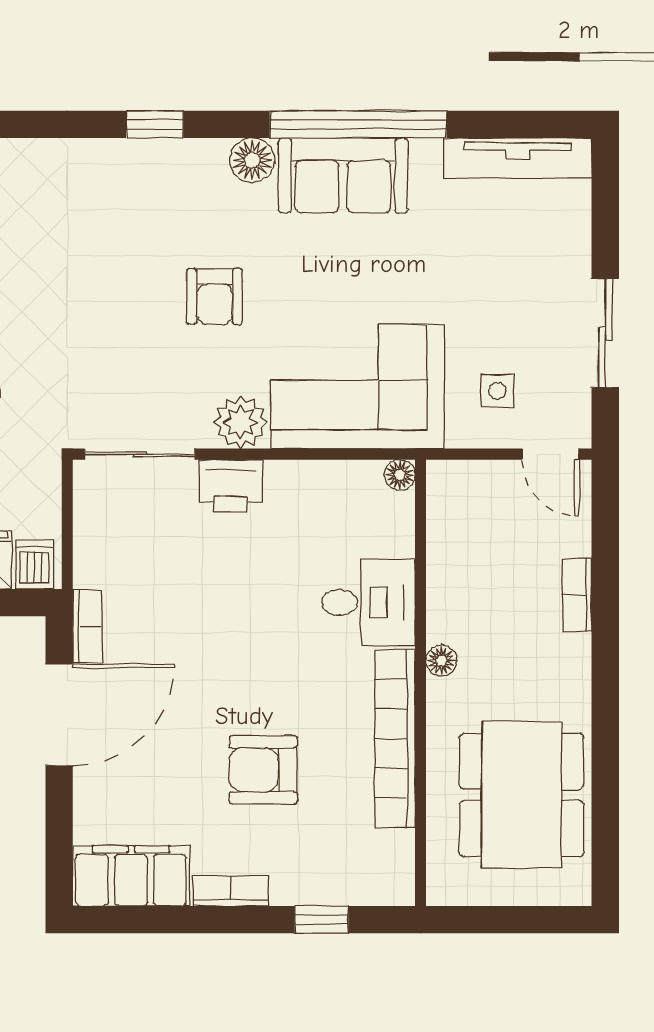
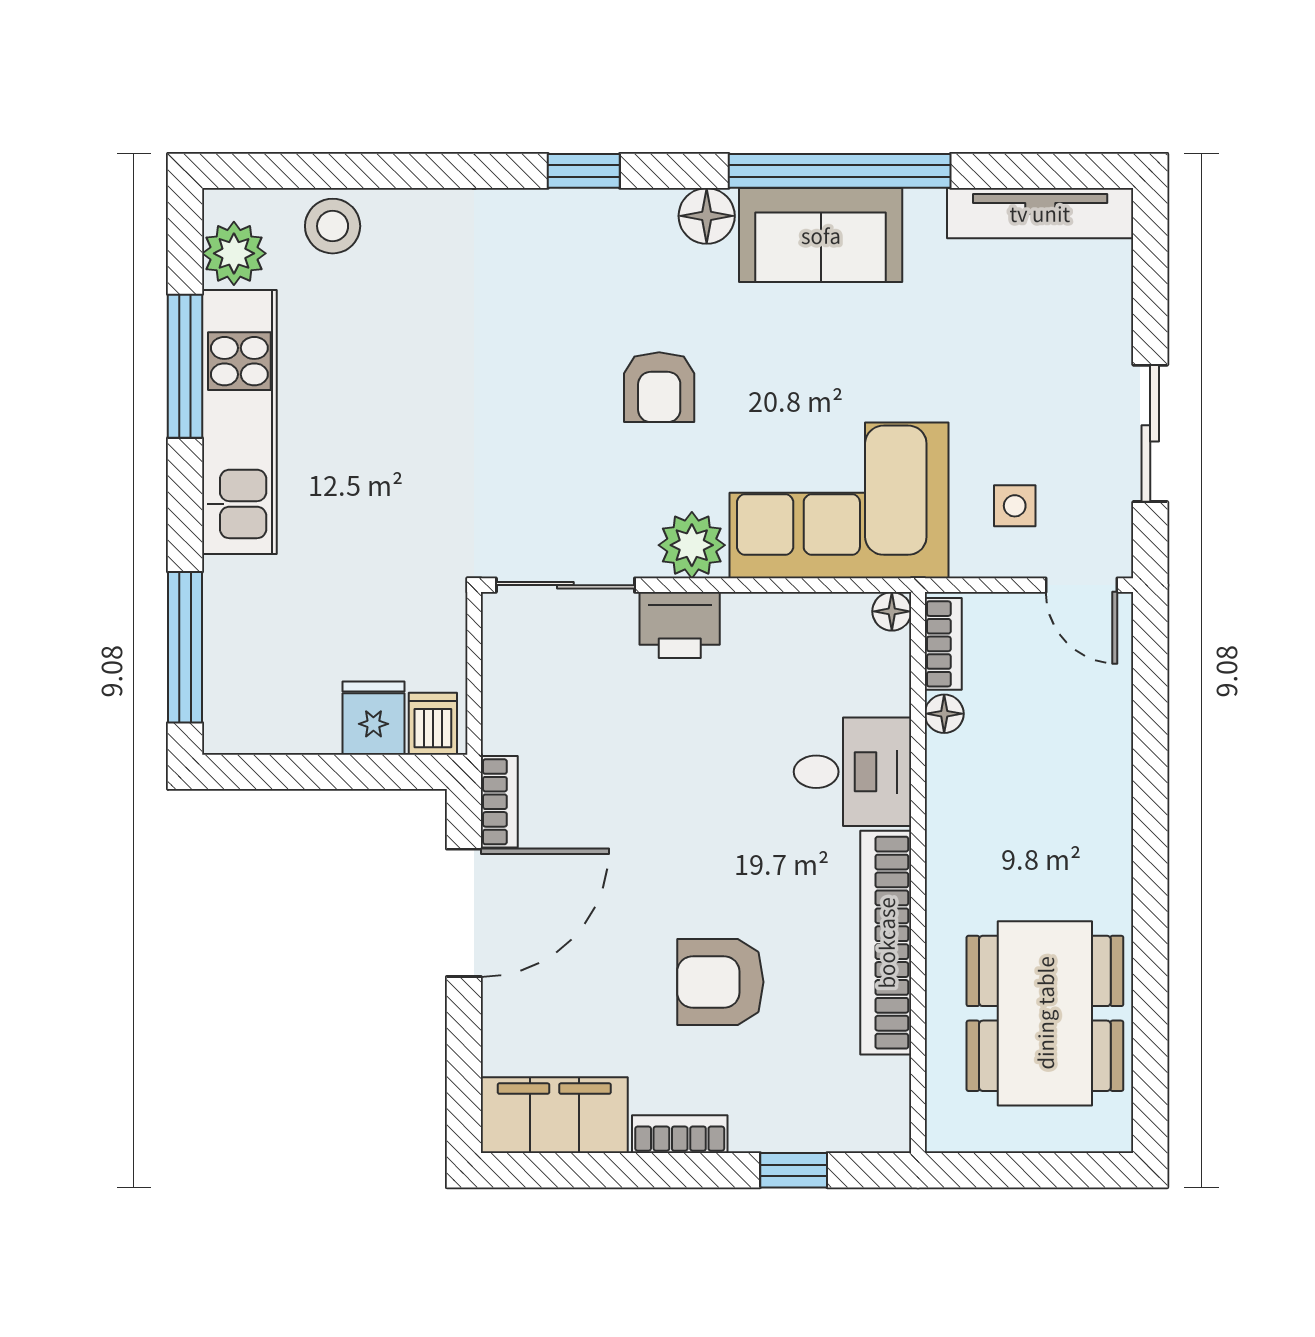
bookcase: (577, 595) -> (943, 644), moved, turned 180
floor lamp: (441, 661) -> (944, 714), moved

